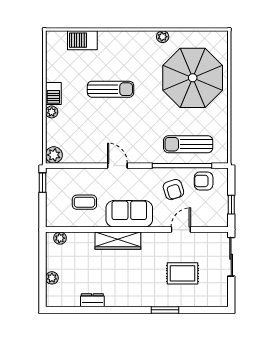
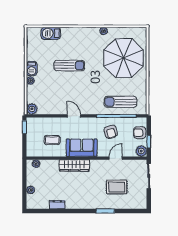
armchair: (204, 181) -> (140, 133), moved
plant: (220, 219) -> (141, 151), added

